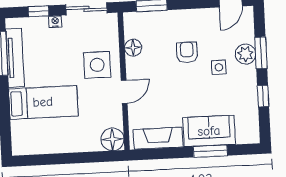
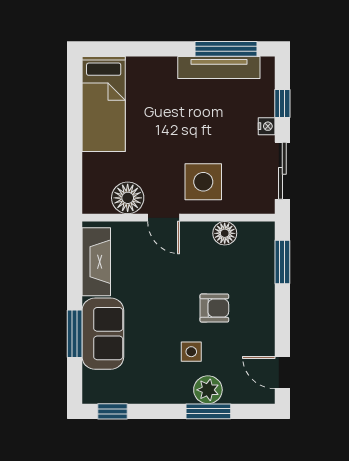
window: (263, 96) -> (113, 411), moved
bed: (43, 102) -> (104, 104), moved
floor lamp: (112, 139) -> (128, 198), moved

